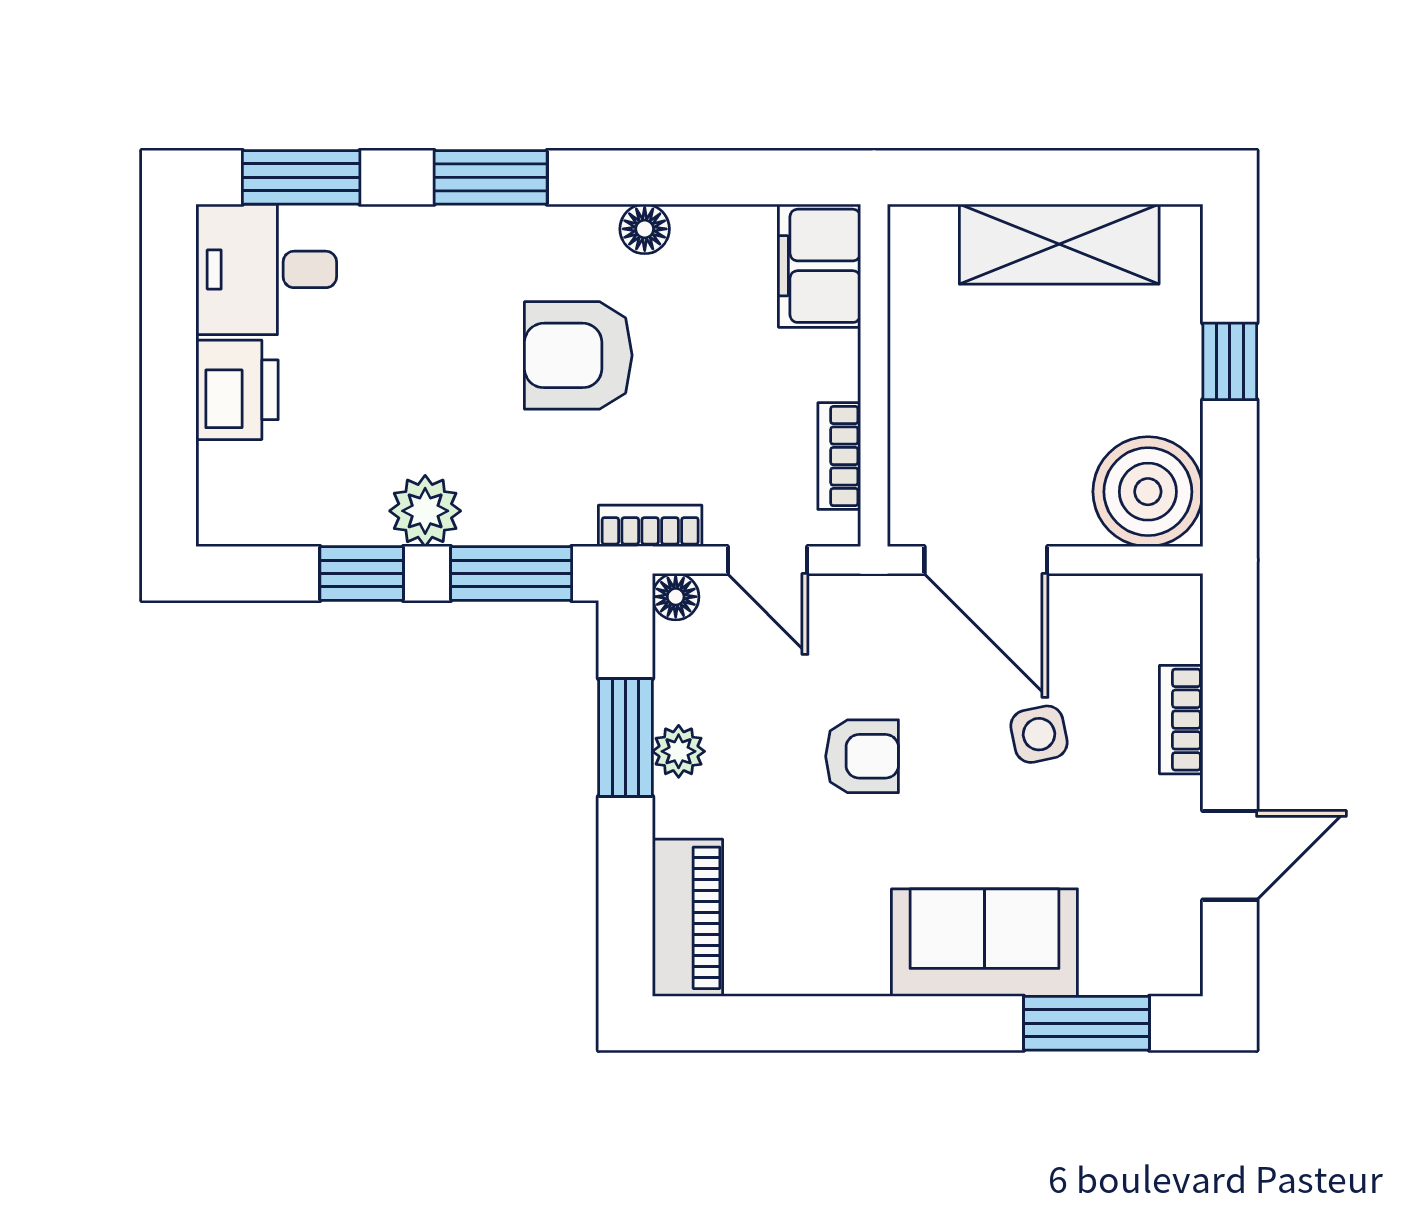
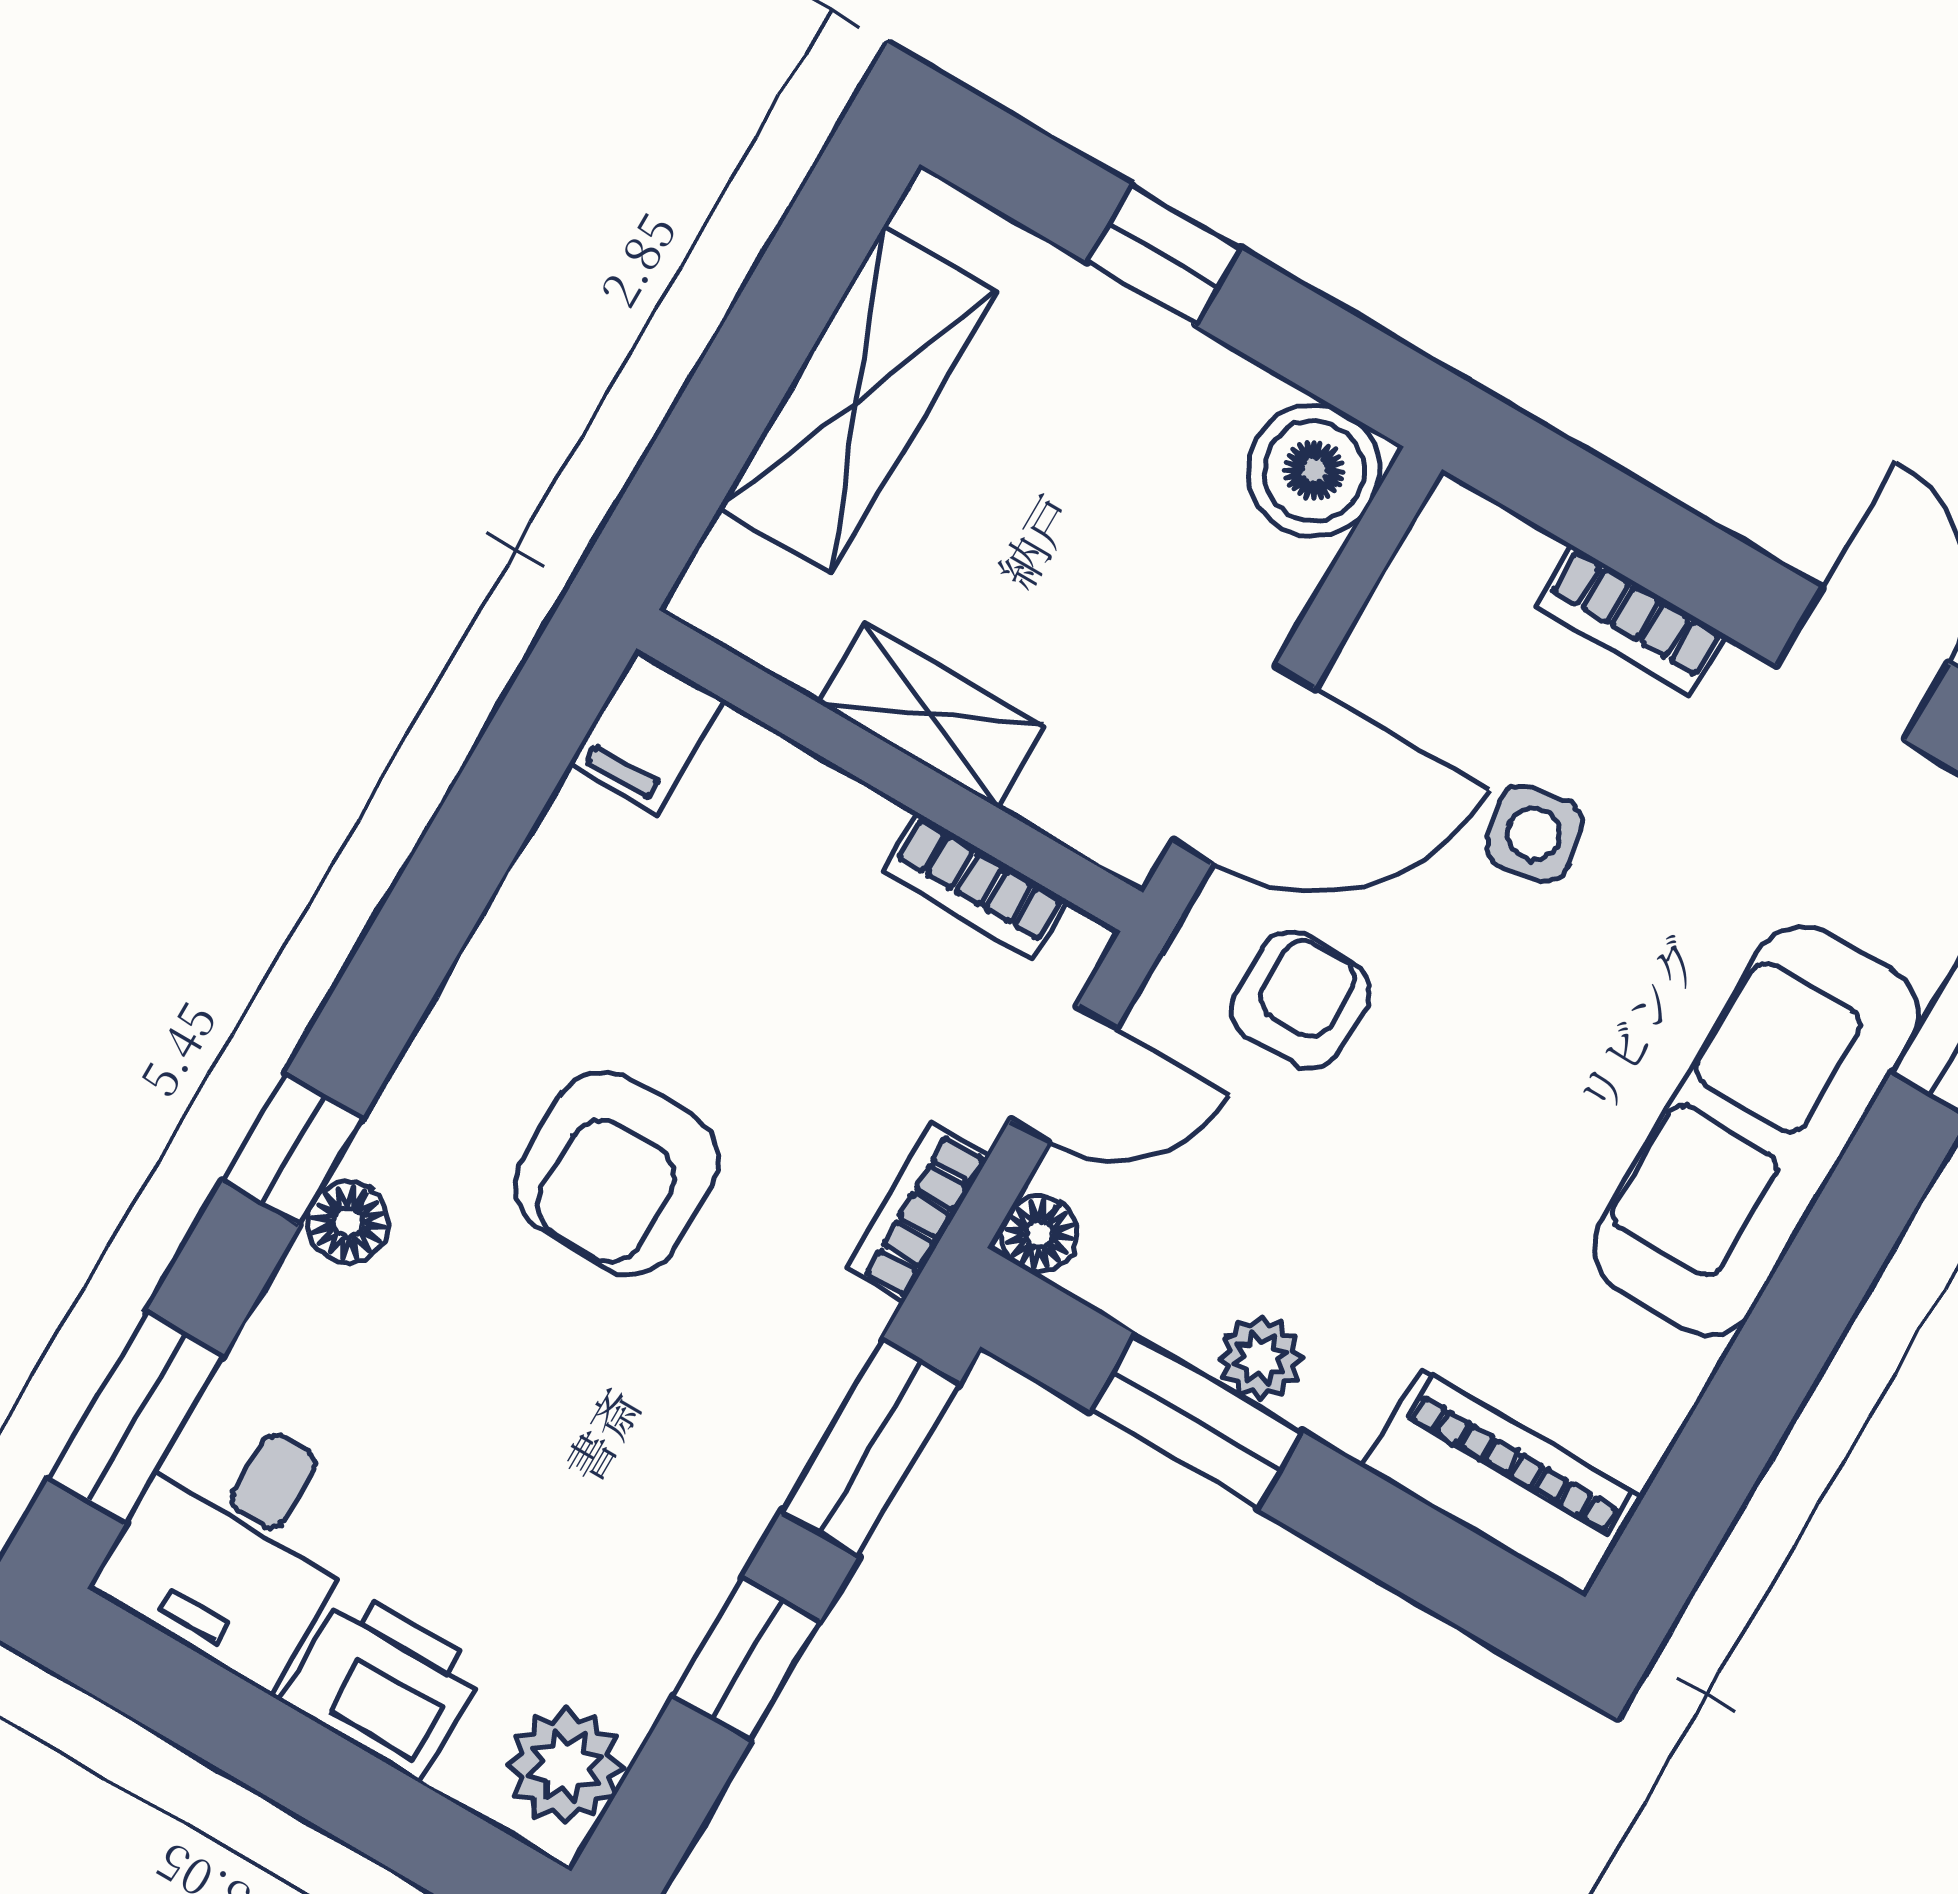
window: (491, 177) -> (293, 1149), width x0.67
floor lamp: (645, 229) -> (348, 1222), moved
filing cabinet: (819, 266) -> (646, 732), width x0.50
shelving: (916, 380) -> (930, 715), added
boiler: (1148, 492) -> (1314, 470), width x0.73, depth x0.73
plant: (425, 511) -> (565, 1766), moved
armchair: (862, 756) -> (1300, 1001), moved
sofa: (984, 943) -> (1756, 1131), width x1.36

